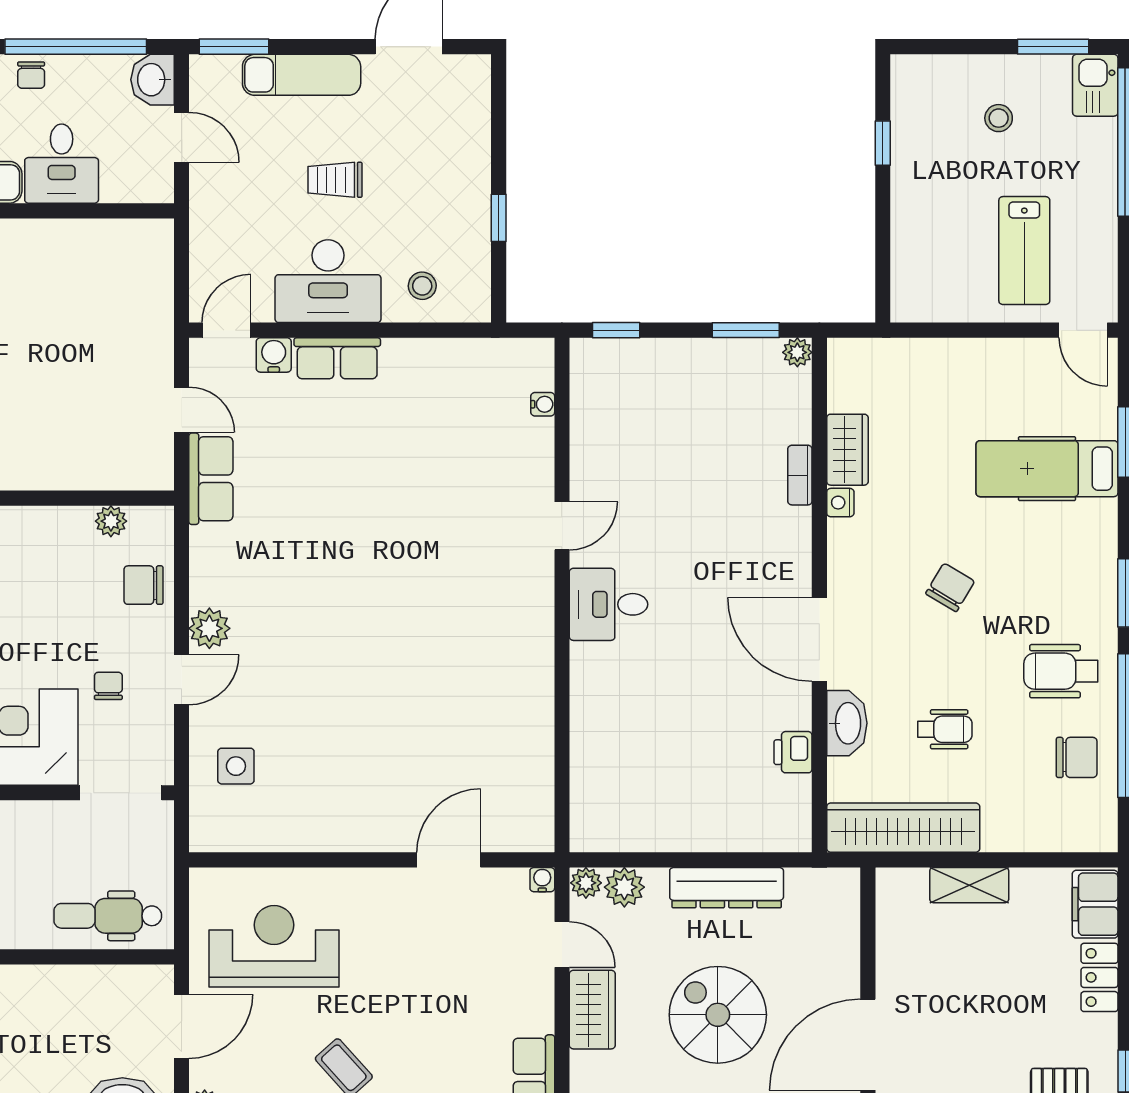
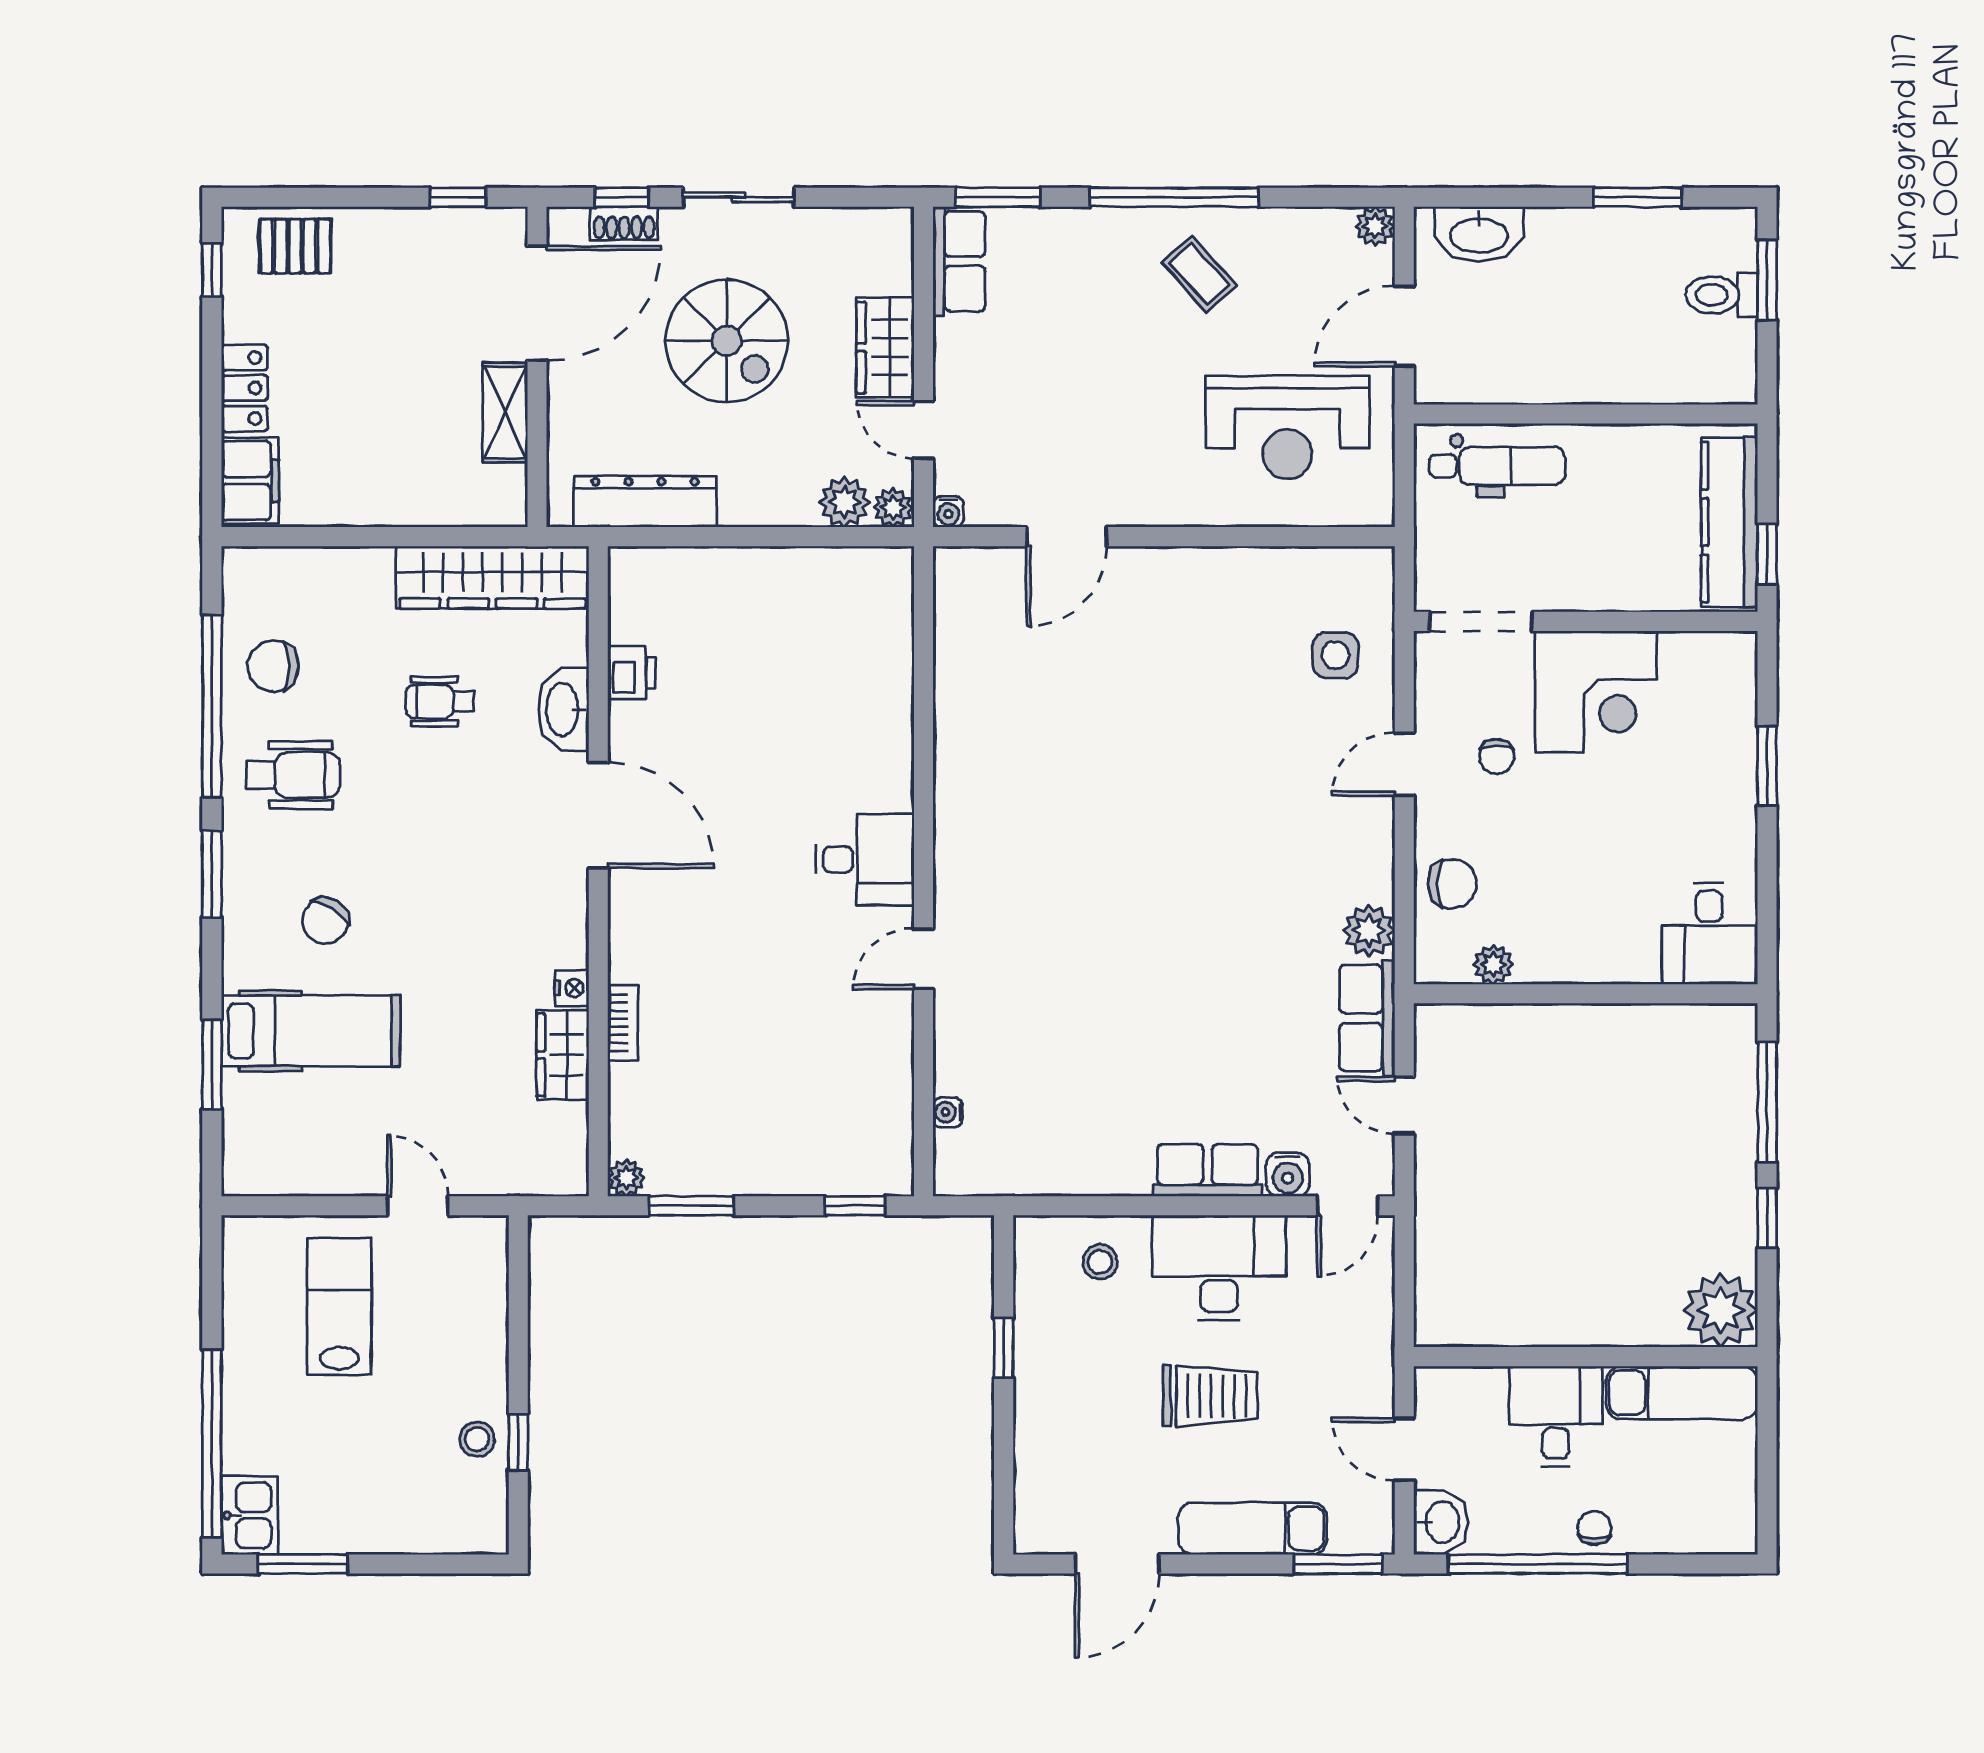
stool: (999, 118) -> (477, 1439), moved
trolley: (335, 180) -> (1210, 1396), width x1.36, depth x1.39
door: (1083, 330) -> (418, 1206), moved
chair: (950, 587) -> (325, 921), moved
plant: (209, 628) -> (1369, 931), moved
shelving: (969, 885) -> (505, 412), moved, turned 90
dresser: (727, 888) -> (645, 502), moved

